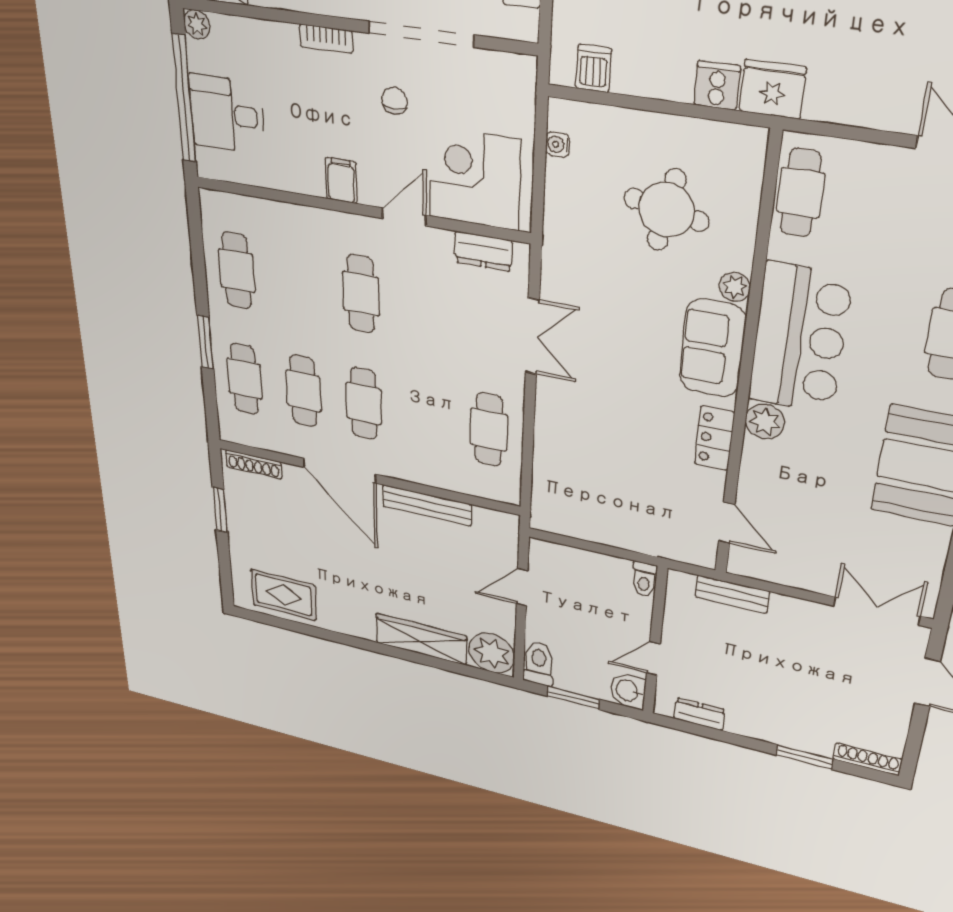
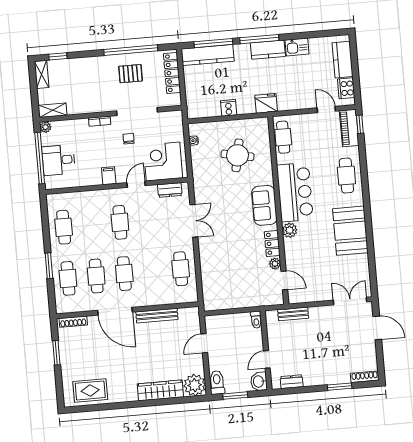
dishwasher: (593, 68) -> (203, 110), removed
cooker: (717, 85) -> (229, 108), moved
plant: (735, 287) -> (275, 264), moved

